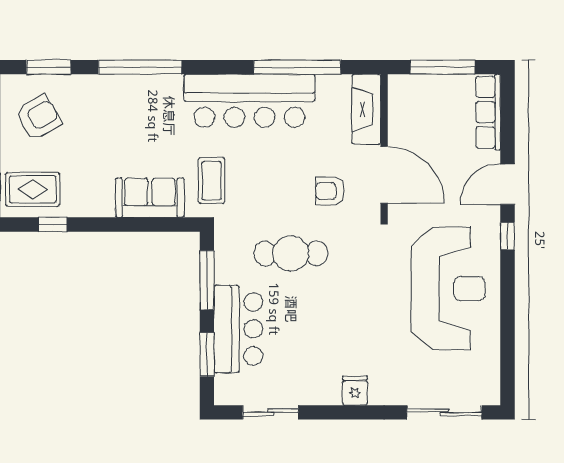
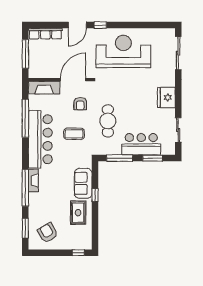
fireplace: (156, 85) -> (33, 181), added
coffee table: (212, 181) -> (74, 134), moved
door: (508, 184) -> (77, 25), hinge flipped
rug: (33, 189) -> (78, 213), moved
window: (53, 224) -> (95, 195), moved
fridge: (355, 391) -> (166, 97), width x1.88, depth x1.34

